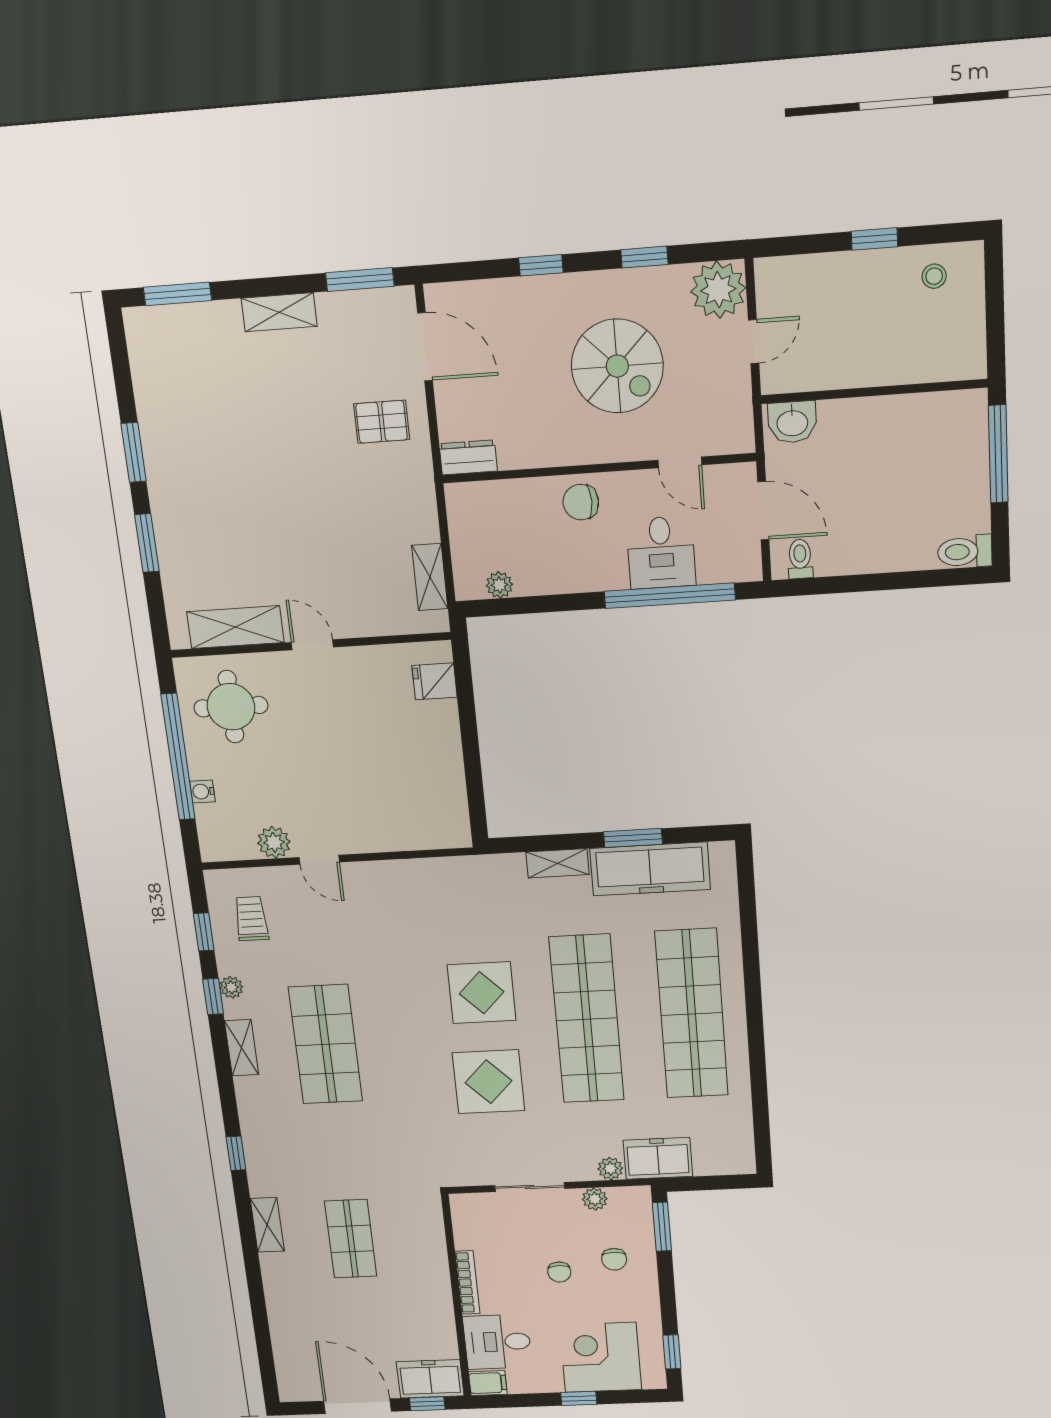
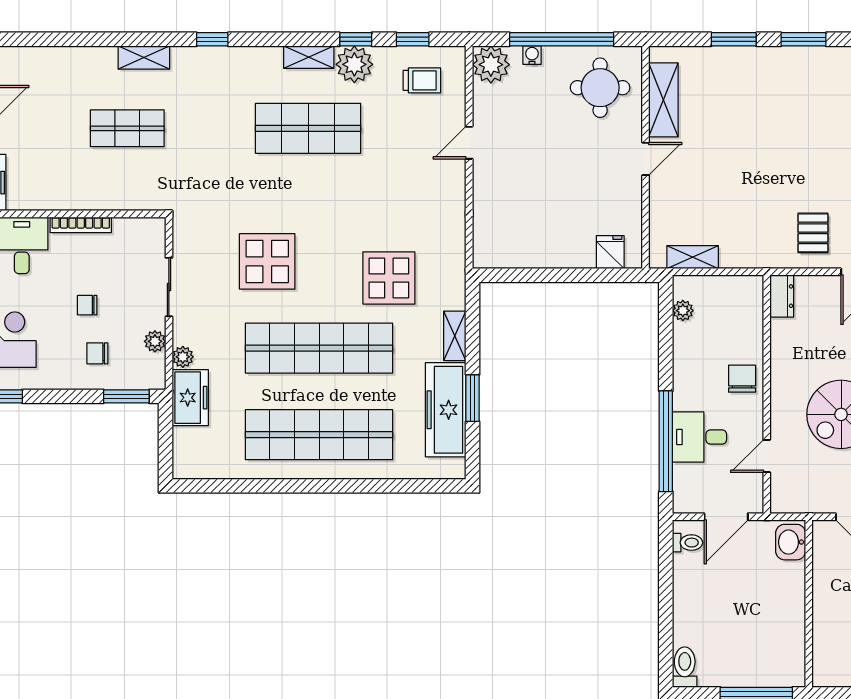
plant: (274, 842) -> (491, 65), moved, width x1.36, depth x1.36
plant: (231, 987) -> (354, 64), width x1.87, depth x1.87
display table: (482, 993) -> (389, 278), moved

